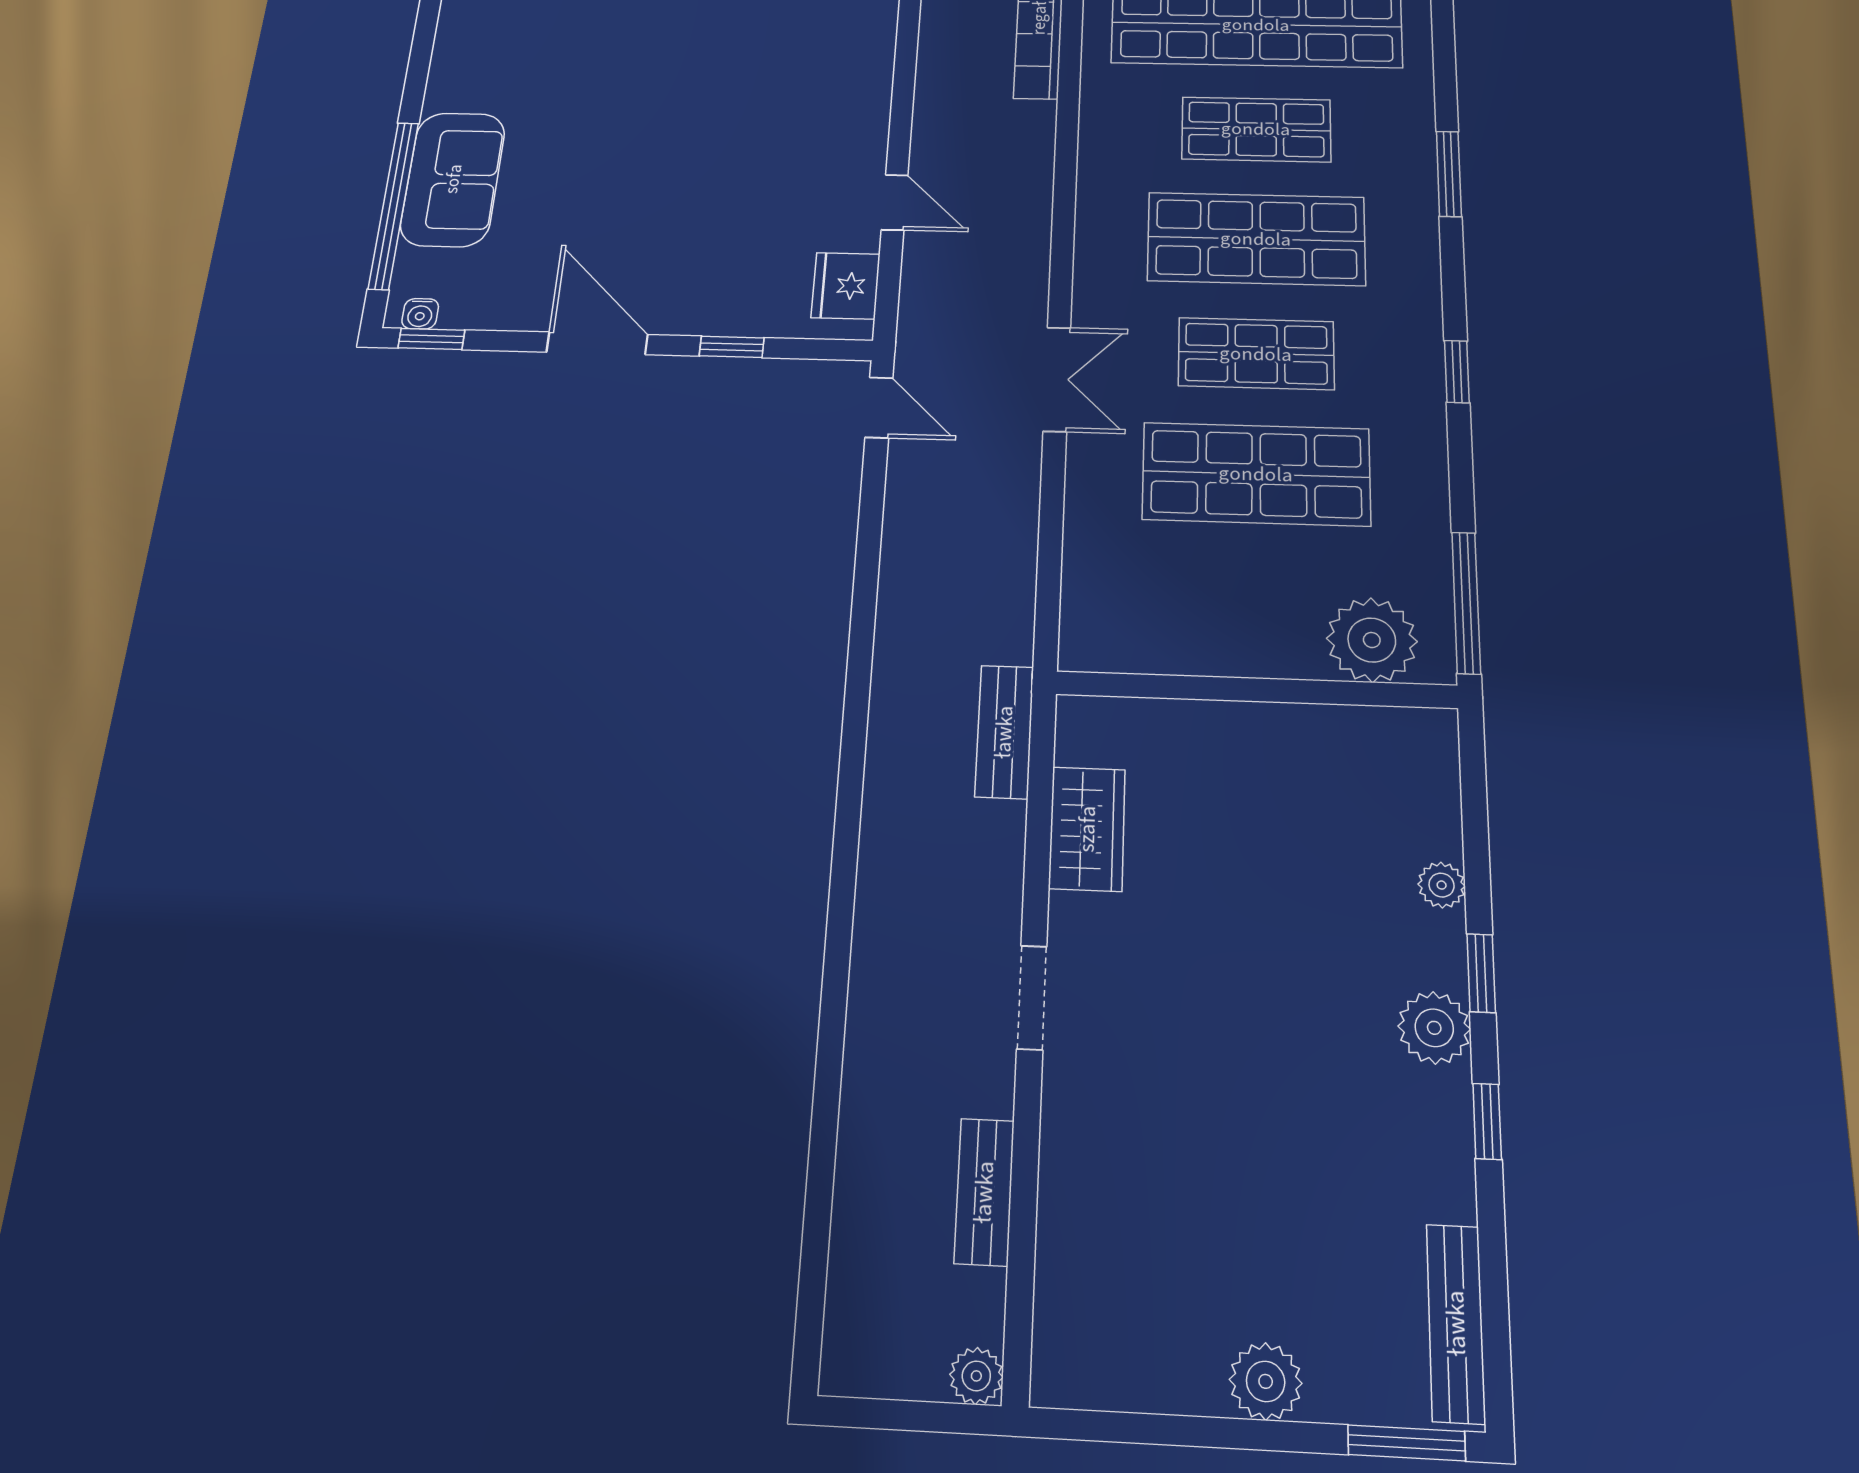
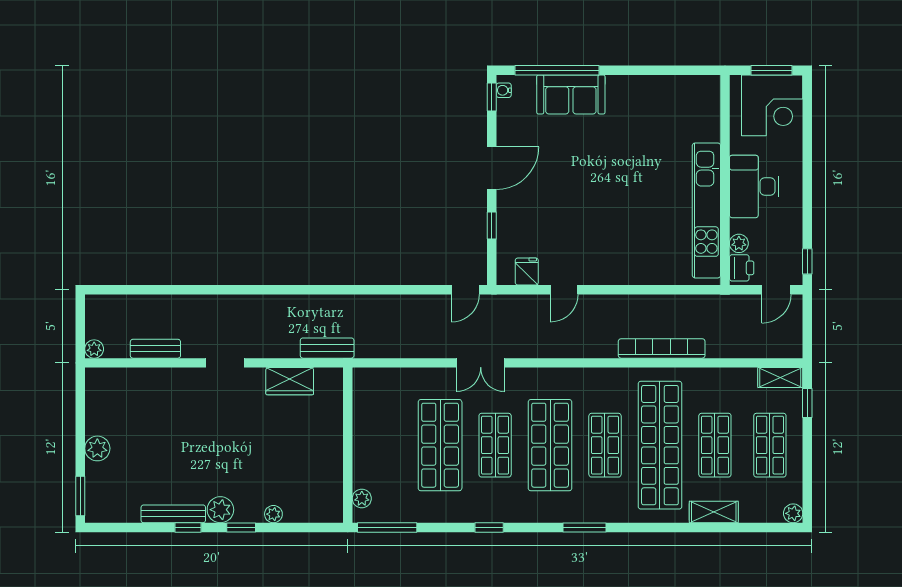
fridge: (846, 286) -> (527, 271), width x0.72
plant: (1372, 640) -> (362, 498), width x0.53, depth x0.53
bench: (1456, 1323) -> (173, 514), moved

